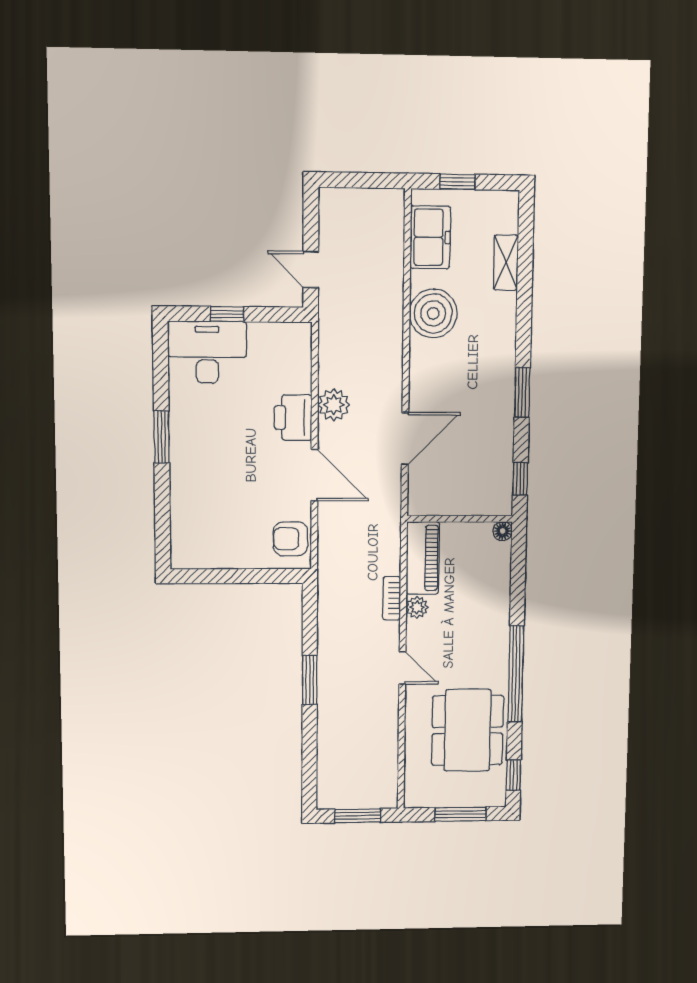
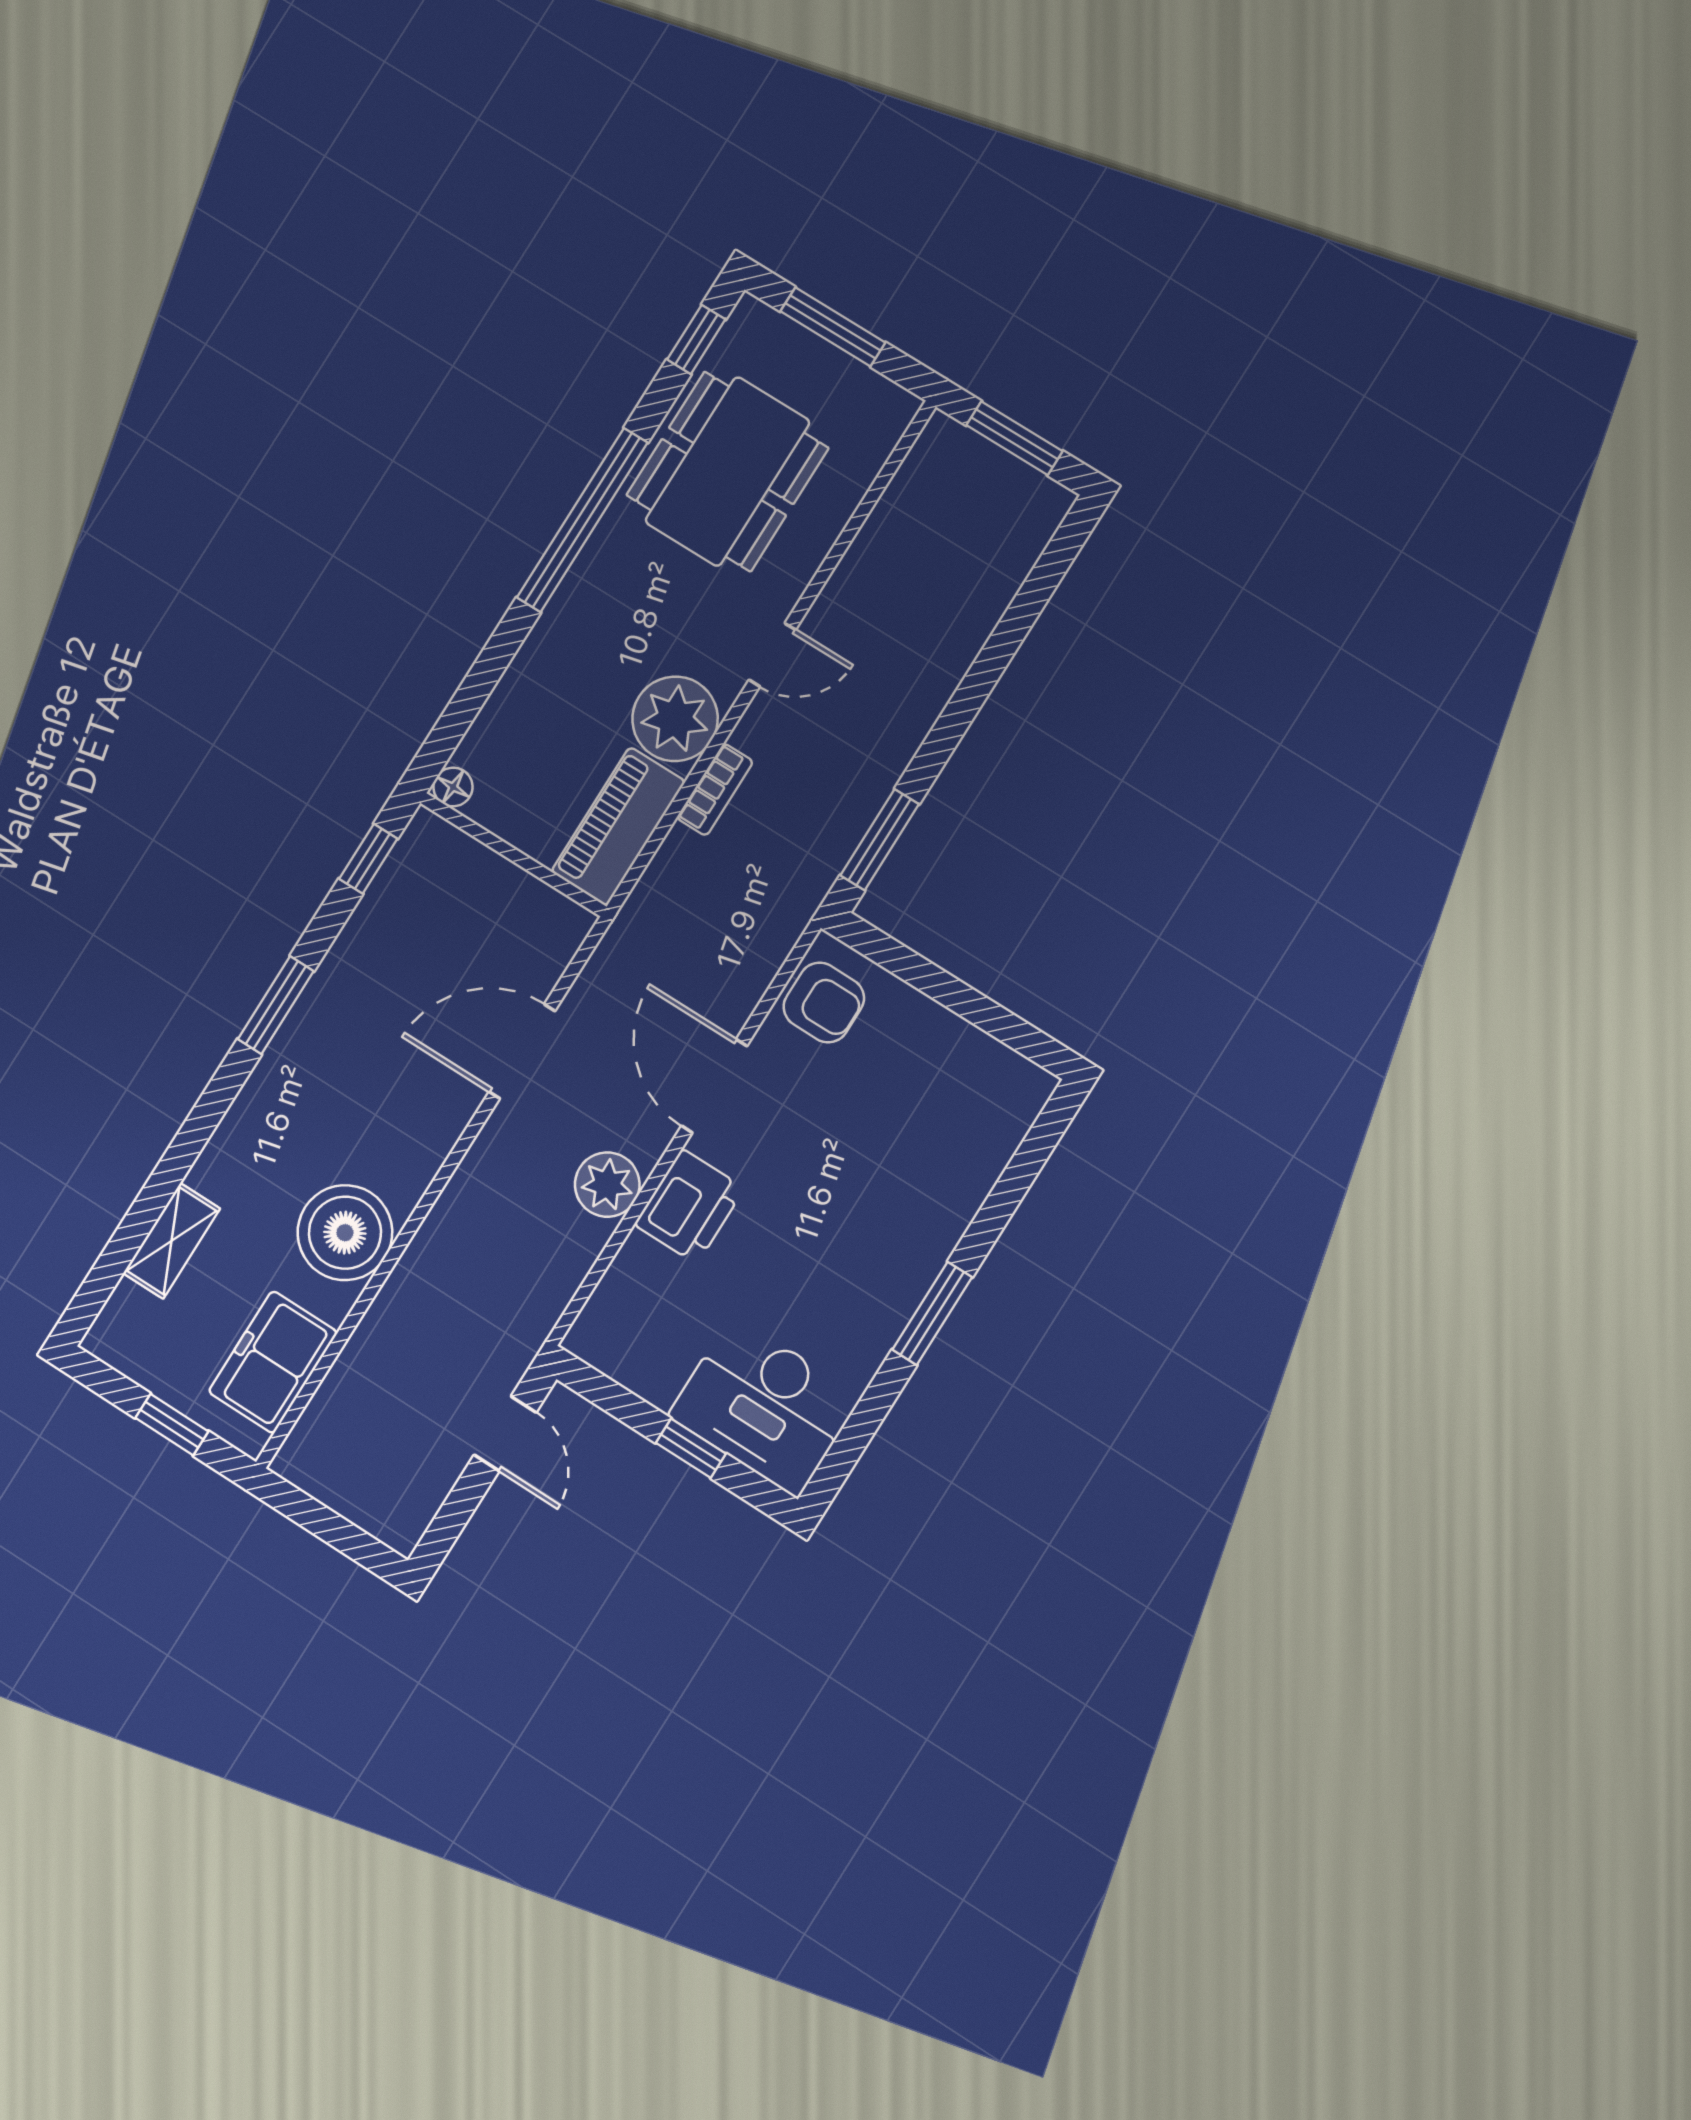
plant: (417, 607) -> (675, 719), width x1.88, depth x1.88
door: (402, 668) -> (772, 655), swing flipped
window: (310, 680) -> (880, 840), moved

